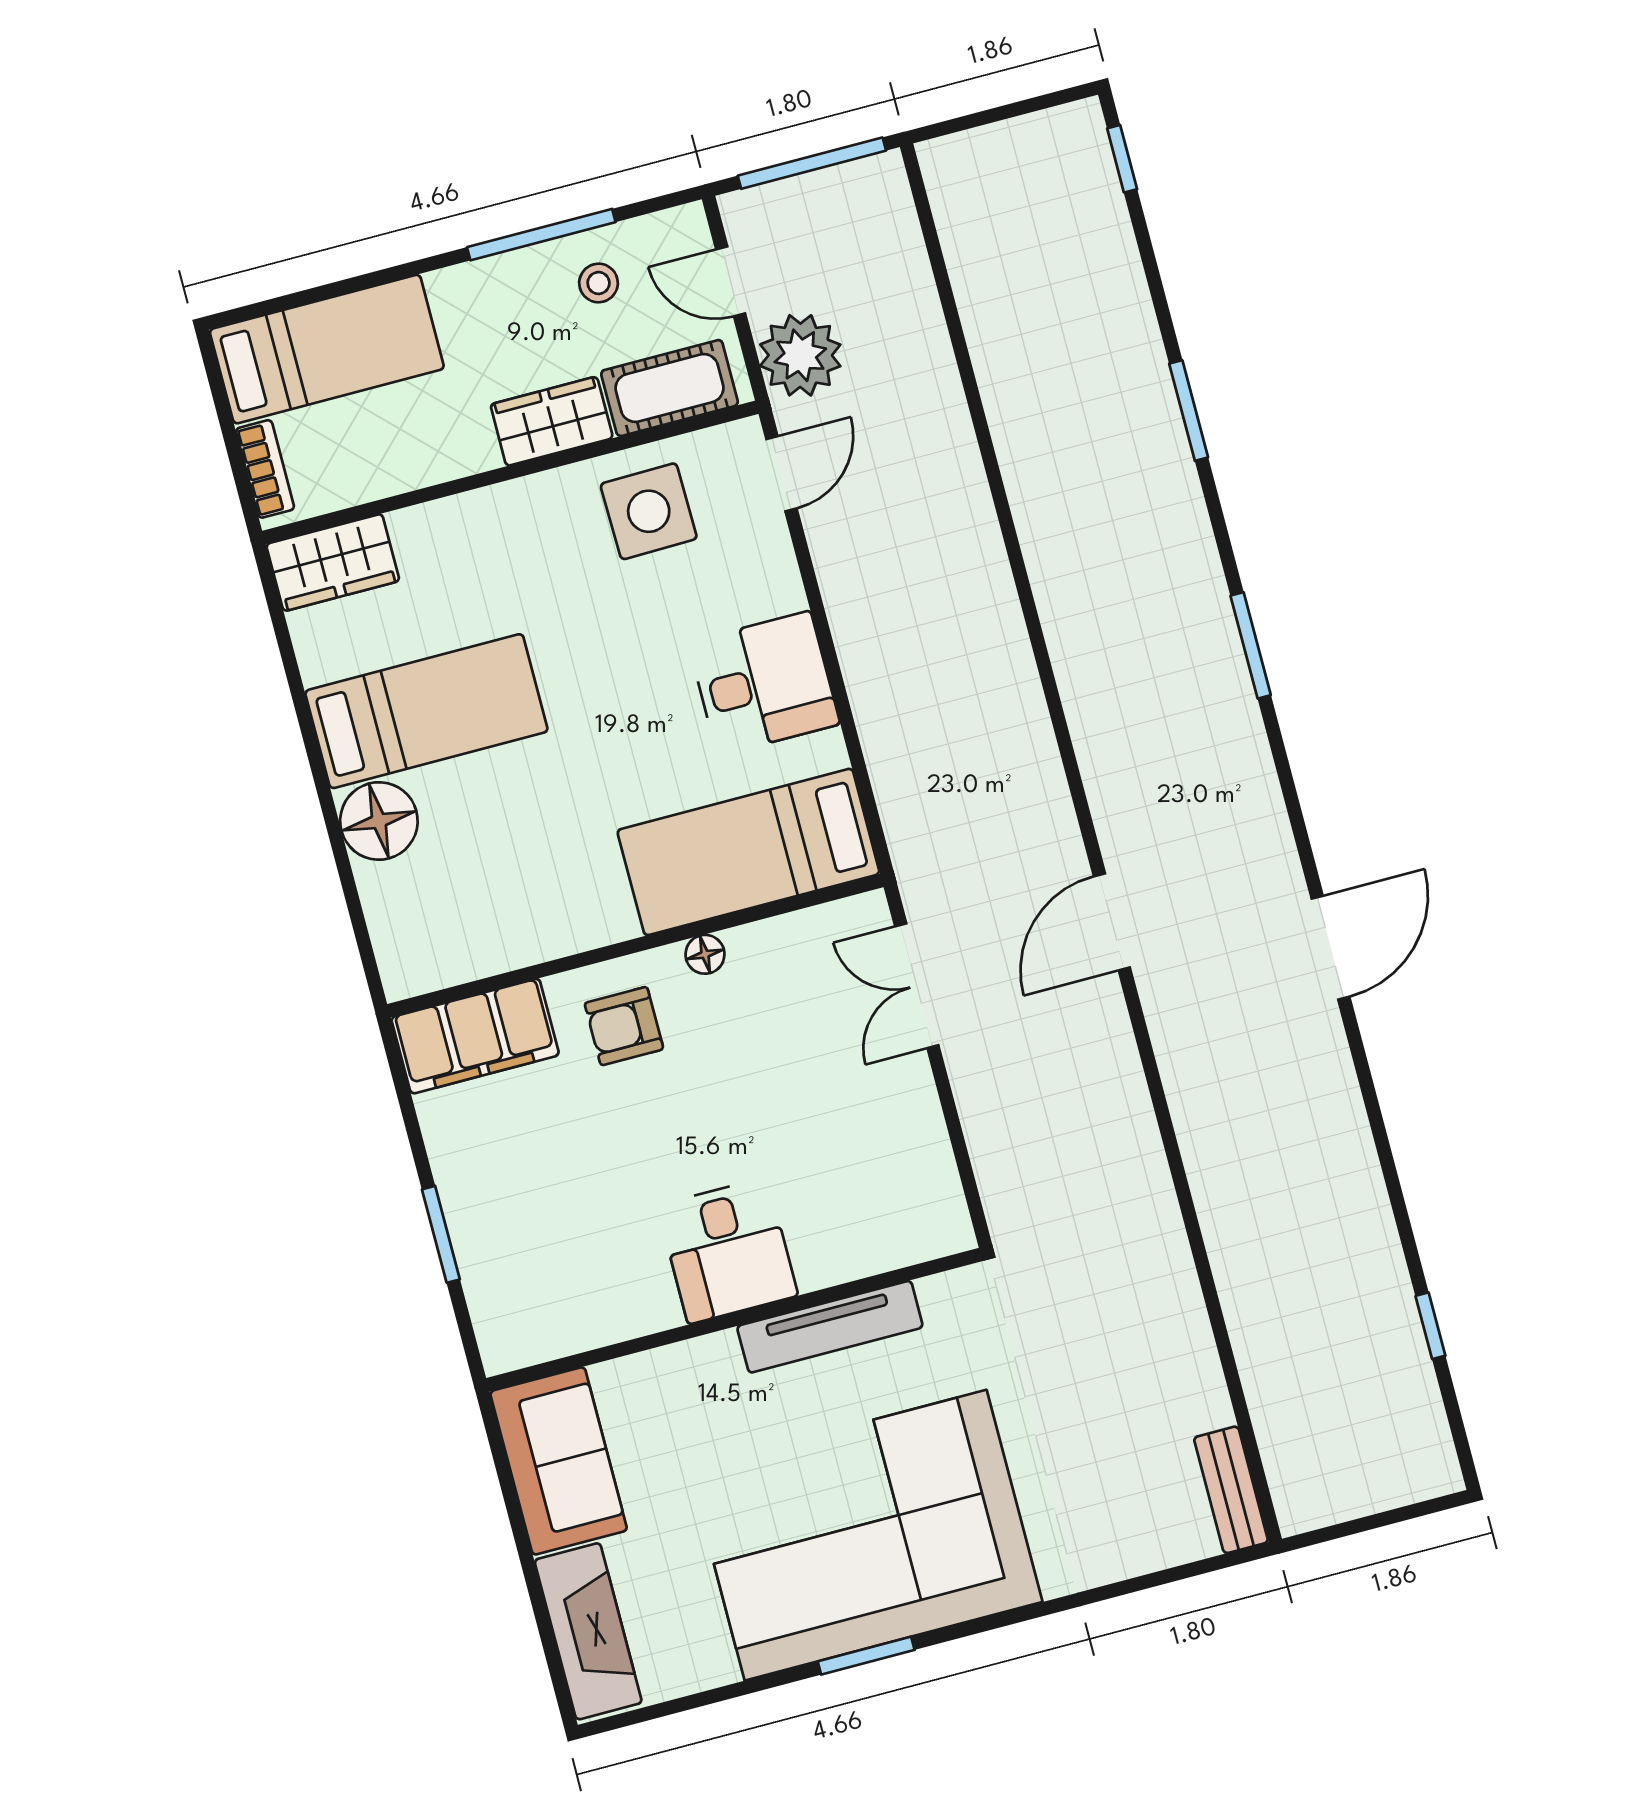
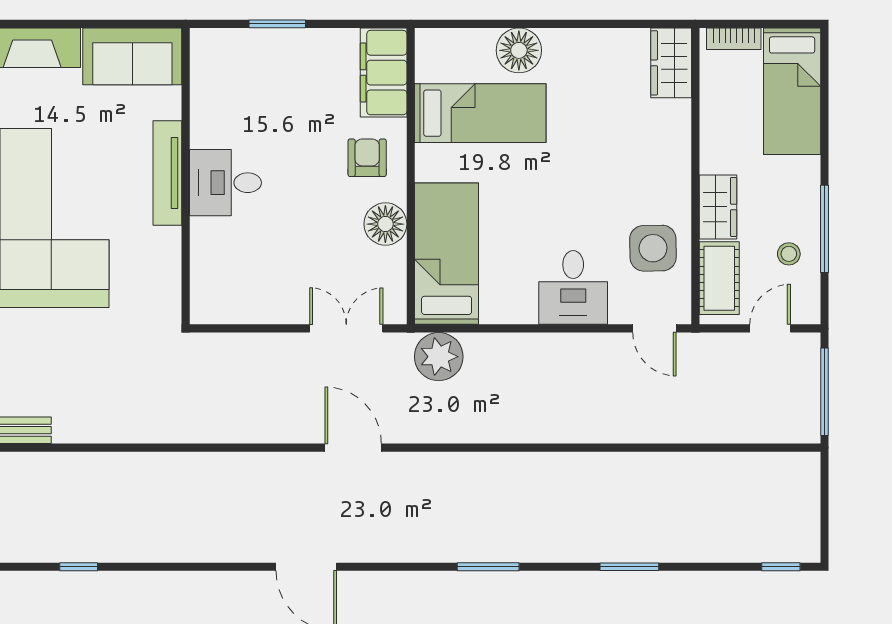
plant: (800, 355) -> (439, 357), moved
desk: (764, 683) -> (573, 287), moved
bed: (426, 711) -> (480, 113), moved, turned -90
floor lamp: (705, 954) -> (385, 224), width x1.89, depth x1.89
tv unit: (830, 1327) -> (167, 173), moved

